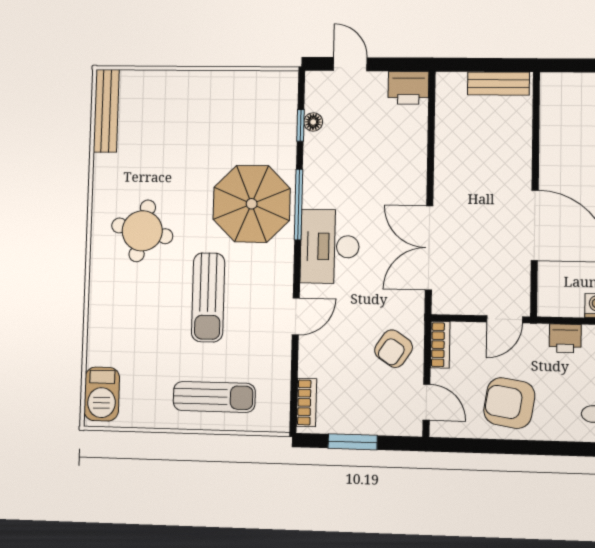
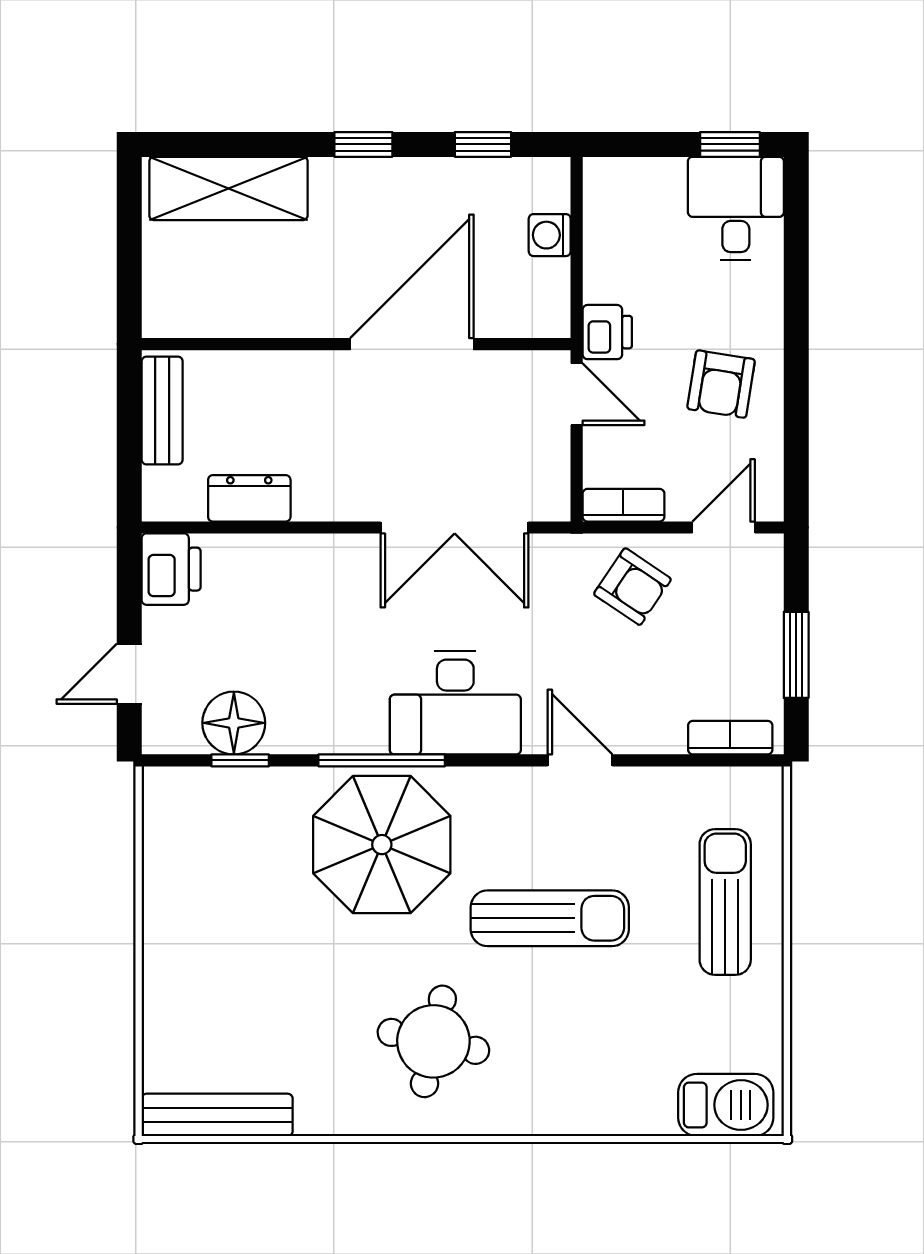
floor lamp: (313, 122) -> (234, 723), width x1.89, depth x1.89
dresser: (448, 132) -> (249, 498), added
printer: (565, 338) -> (607, 332), moved
armchair: (509, 403) -> (721, 384), width x0.72, depth x0.72

